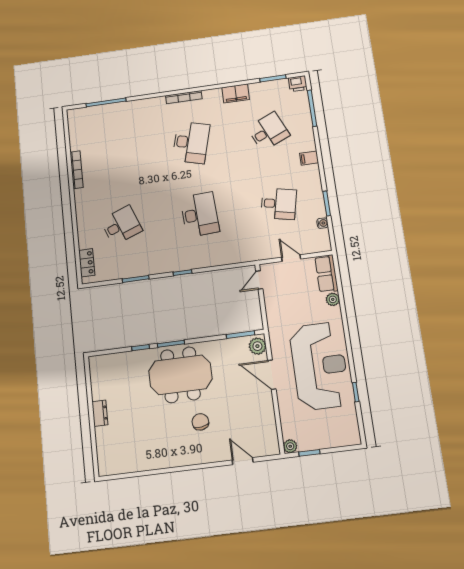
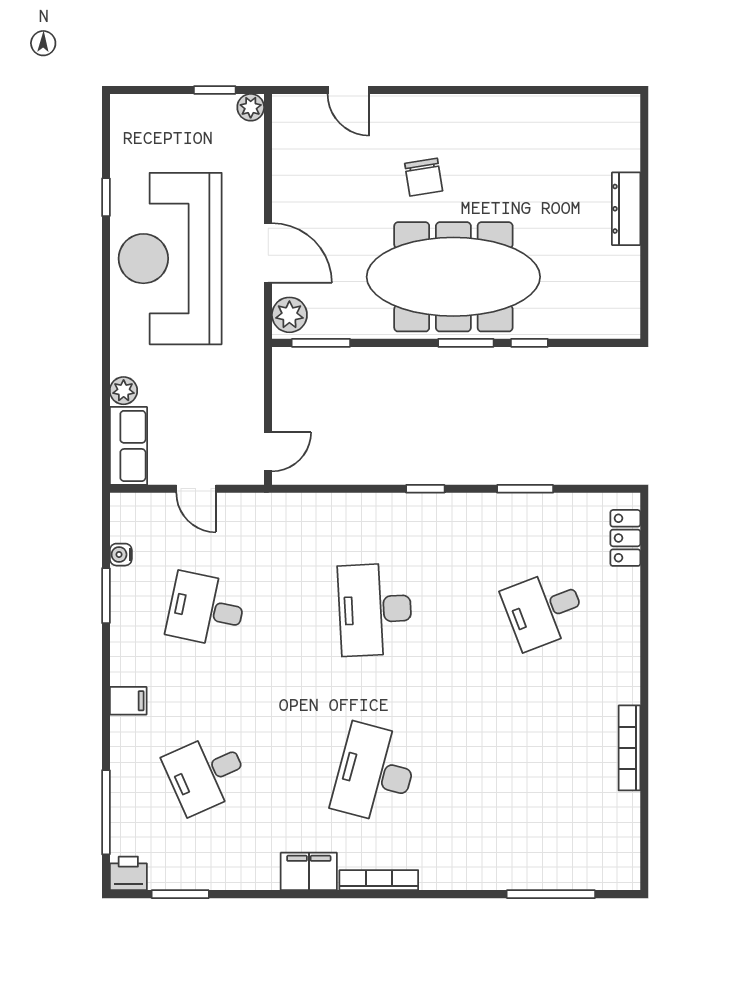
filing cabinet: (236, 93) -> (309, 871), moved
meeting table: (180, 375) -> (453, 277), width x1.36
dresser: (100, 413) -> (626, 209), width x1.44

